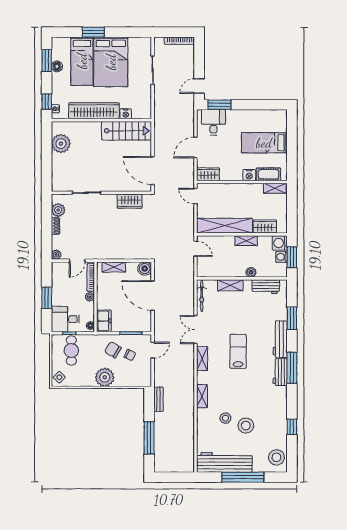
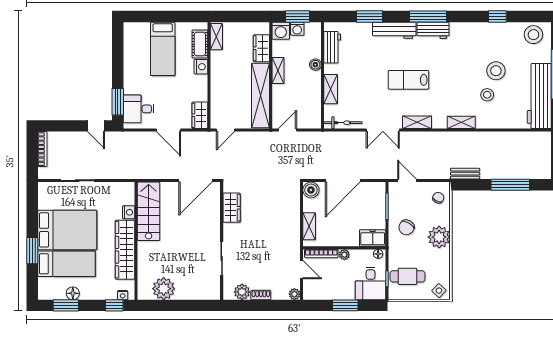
chair: (130, 355) -> (438, 198), moved

